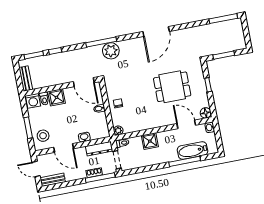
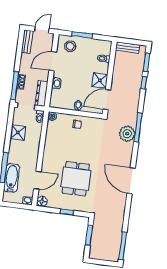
shower: (57, 97) -> (100, 80), moved
washing machine: (33, 101) -> (105, 48), removed
shower: (150, 141) -> (18, 133), moved

